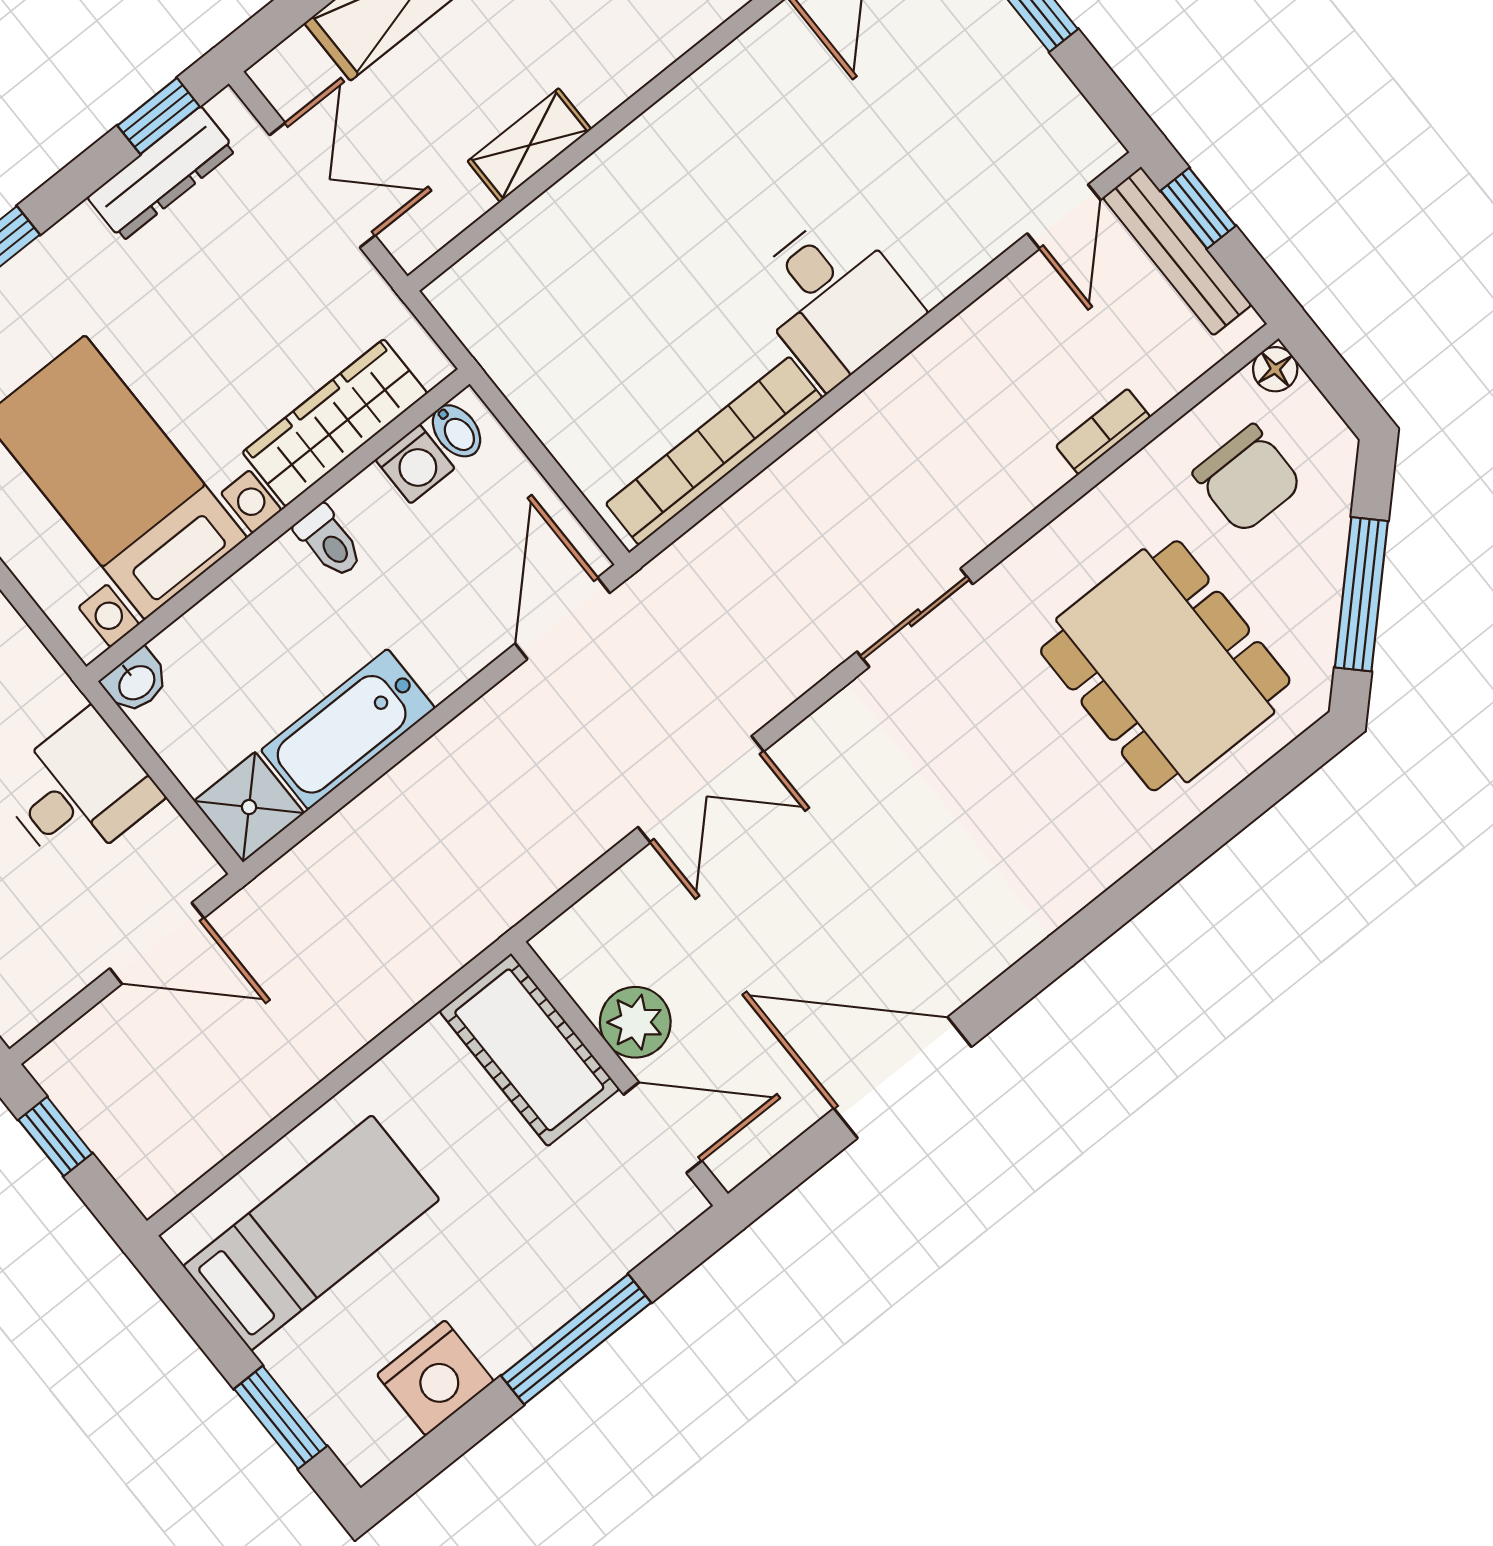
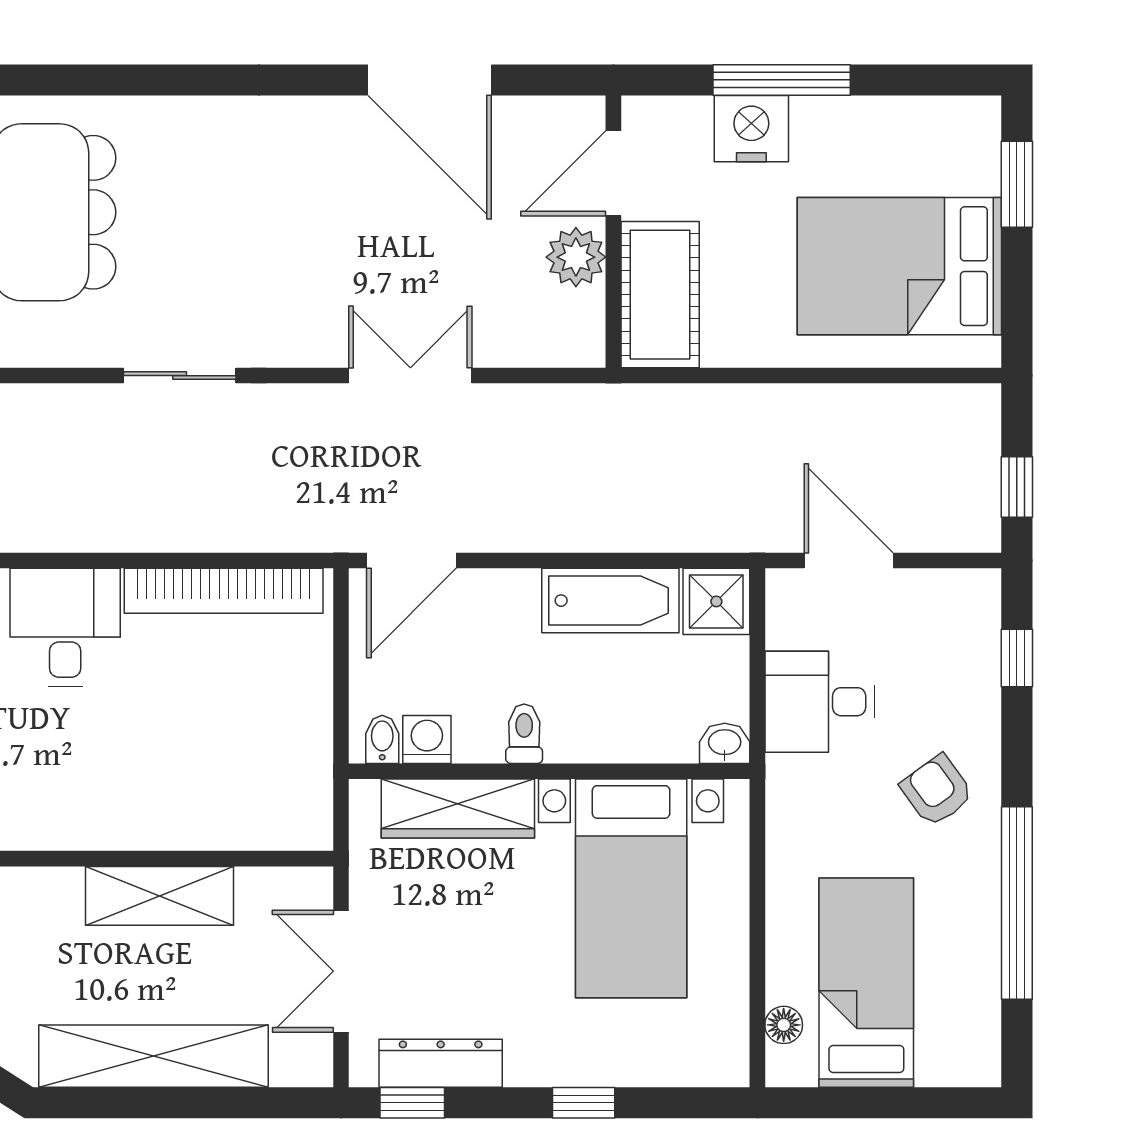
shelving: (530, 145) -> (159, 896), width x1.50, depth x1.33
door: (663, 1128) -> (613, 173), hinge flipped
bed: (311, 1233) -> (899, 266), width x1.50
nightstand: (435, 1378) -> (751, 129), moved

